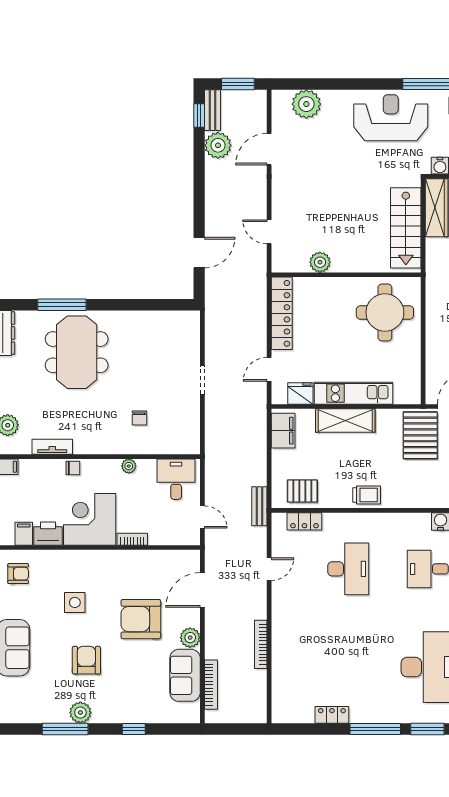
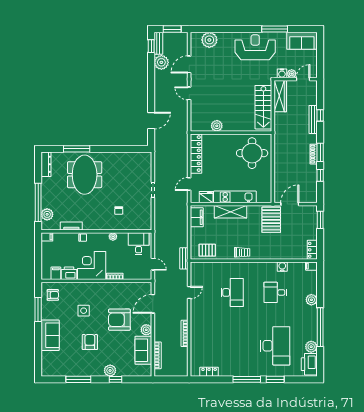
door: (269, 232) -> (189, 93), moved
locker: (304, 521) -> (208, 267), removed
plant: (80, 713) -> (110, 370), moved
locker: (332, 715) -> (209, 372), moved

